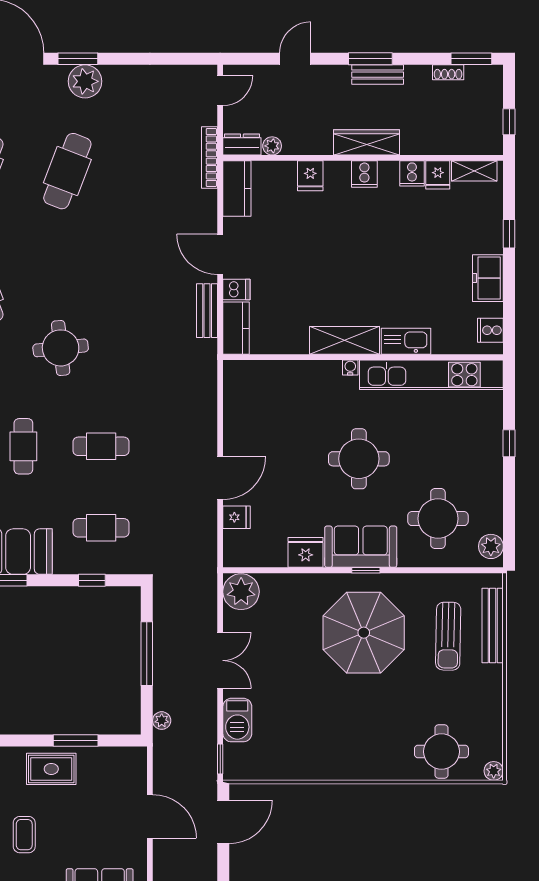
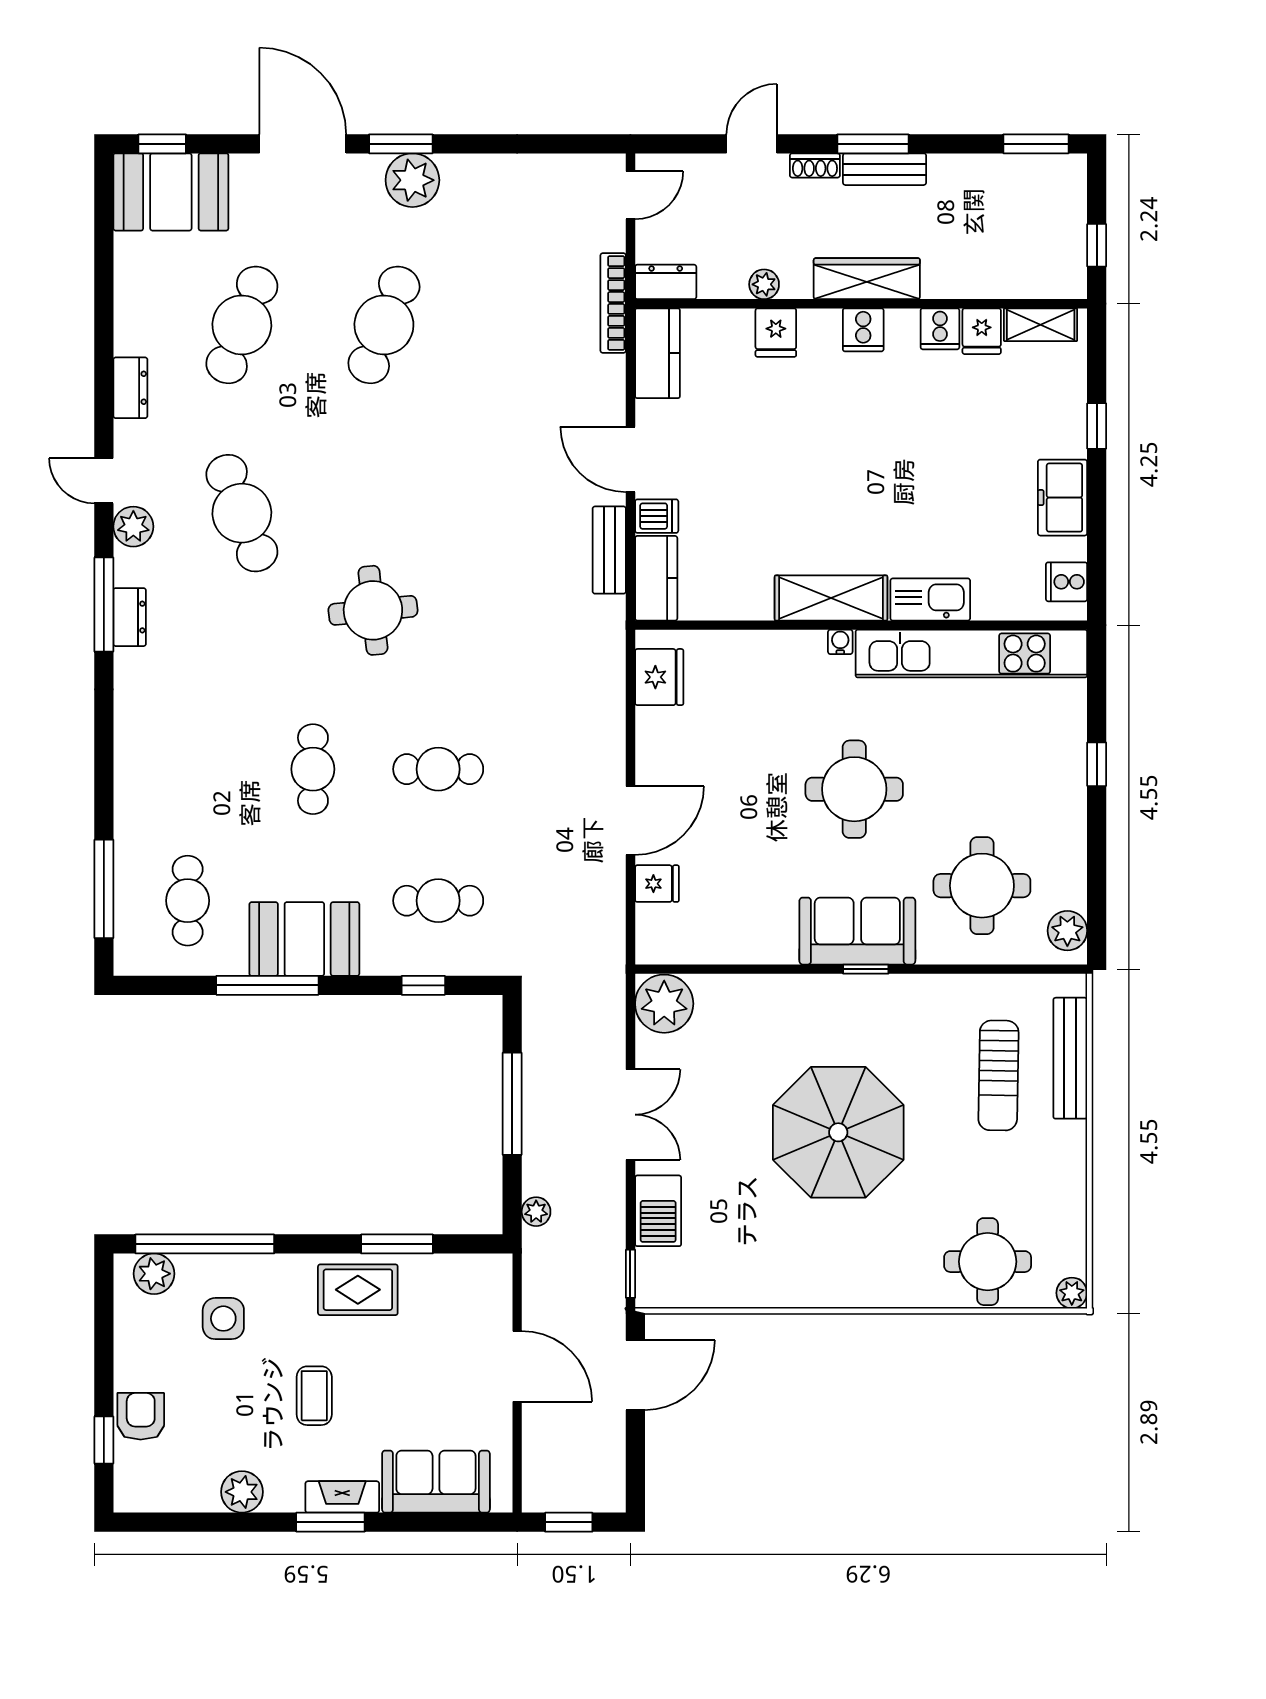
shoe rack: (448, 72) -> (815, 165), moved
plant: (272, 146) -> (764, 284), moved
fridge: (306, 552) -> (659, 677), moved, turned 90
parasol: (364, 633) -> (838, 1132), moved

